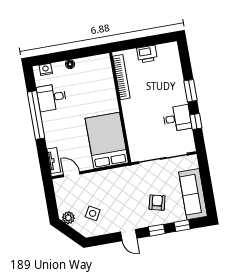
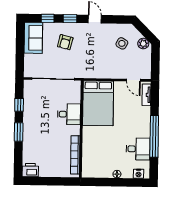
printer: (147, 54) -> (30, 170), moved
desk: (177, 118) -> (69, 114), moved, turned 180
sofa: (193, 194) -> (33, 38), width x0.73

